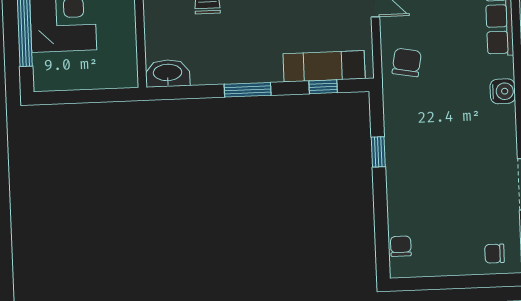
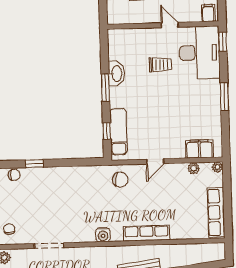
washbasin: (168, 73) -> (116, 74), moved
window: (378, 152) -> (34, 164), moved

